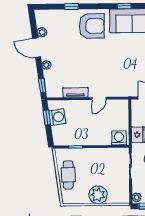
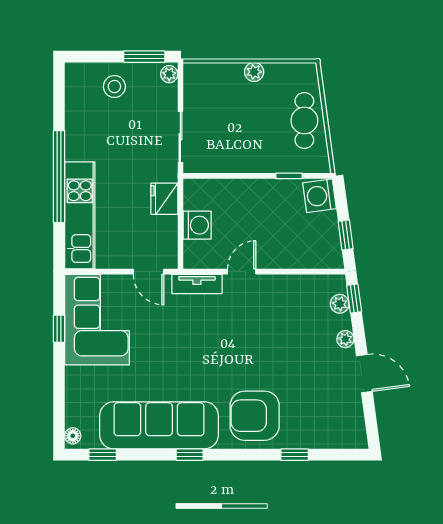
plant: (42, 32) -> (340, 304), moved
tv unit: (75, 92) -> (197, 284), moved
washing machine: (57, 117) -> (319, 196), moved
washing machine: (119, 138) -> (197, 225), moved, turned -90
plant: (98, 195) -> (254, 72), width x0.53, depth x0.53

